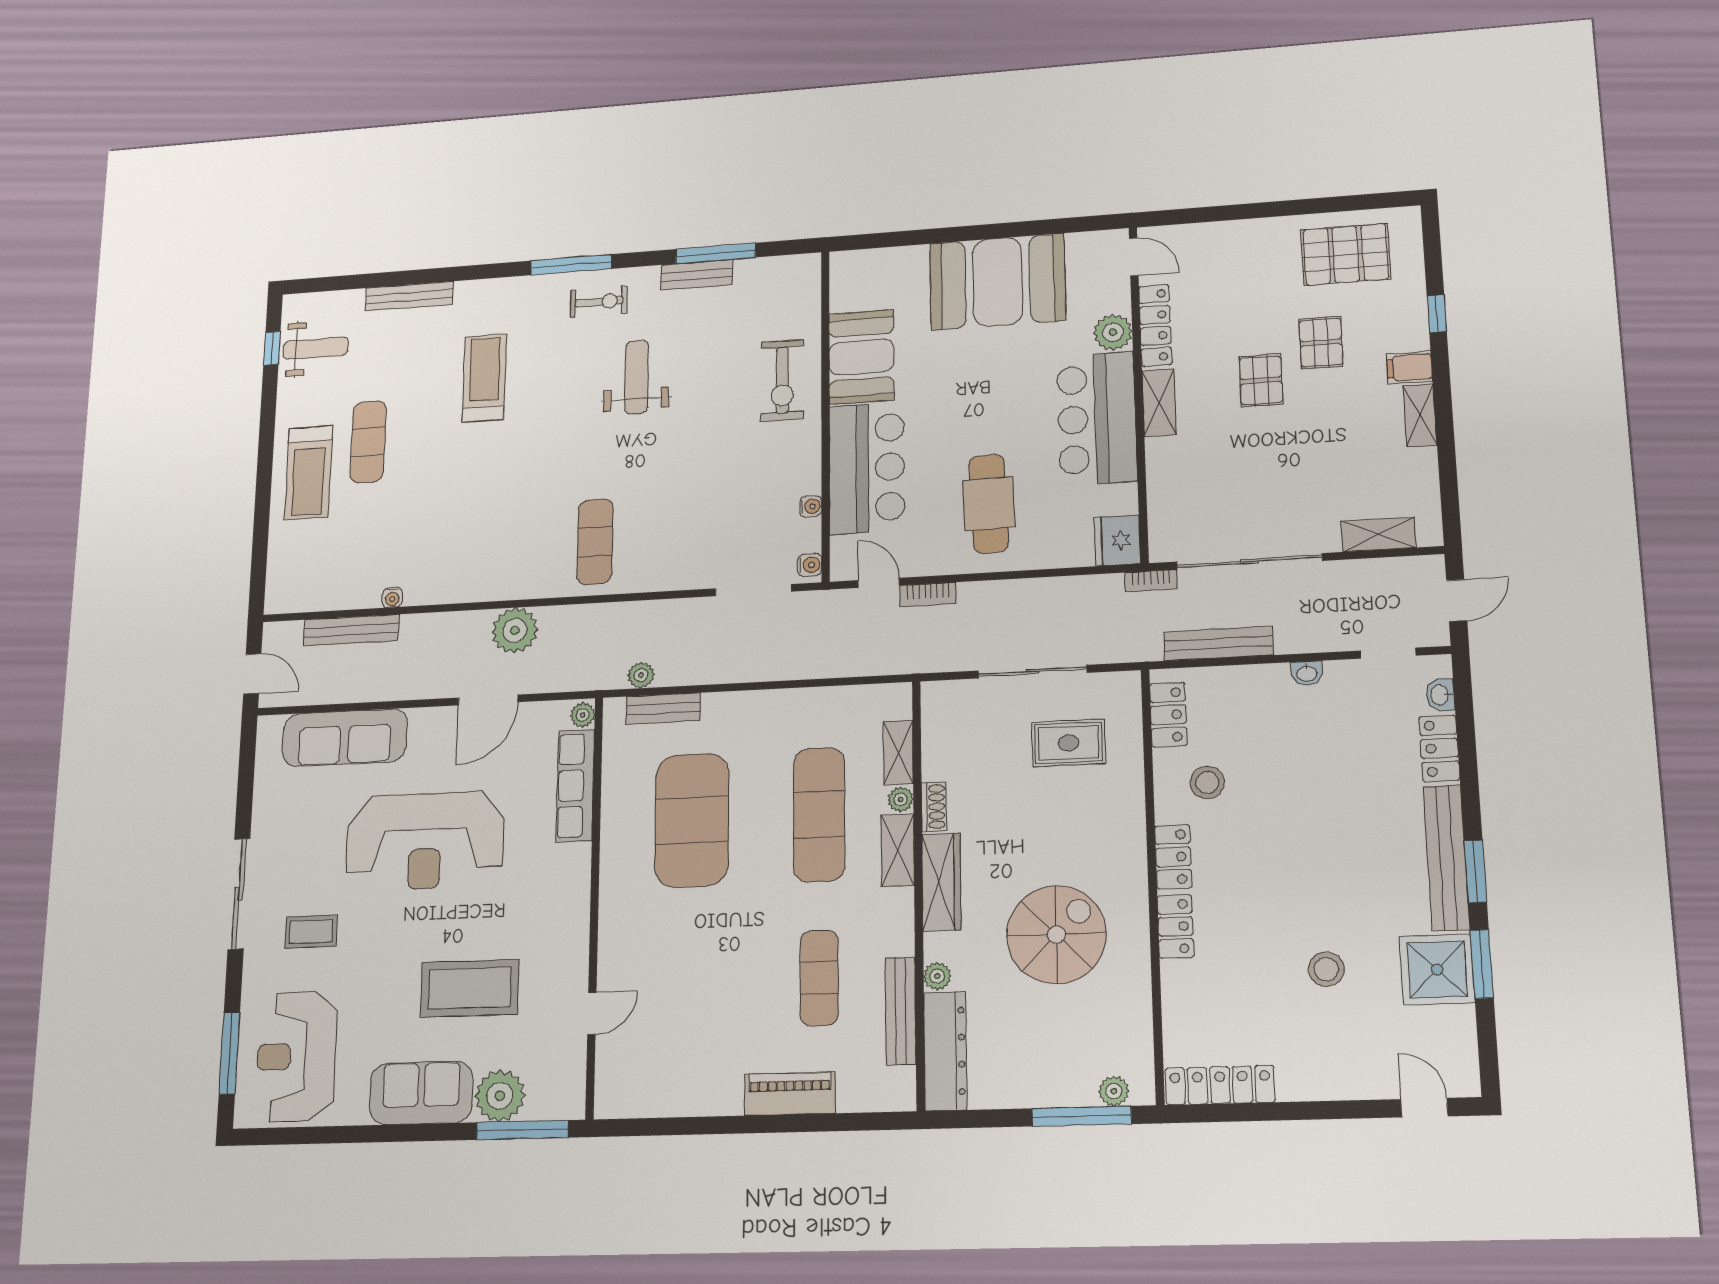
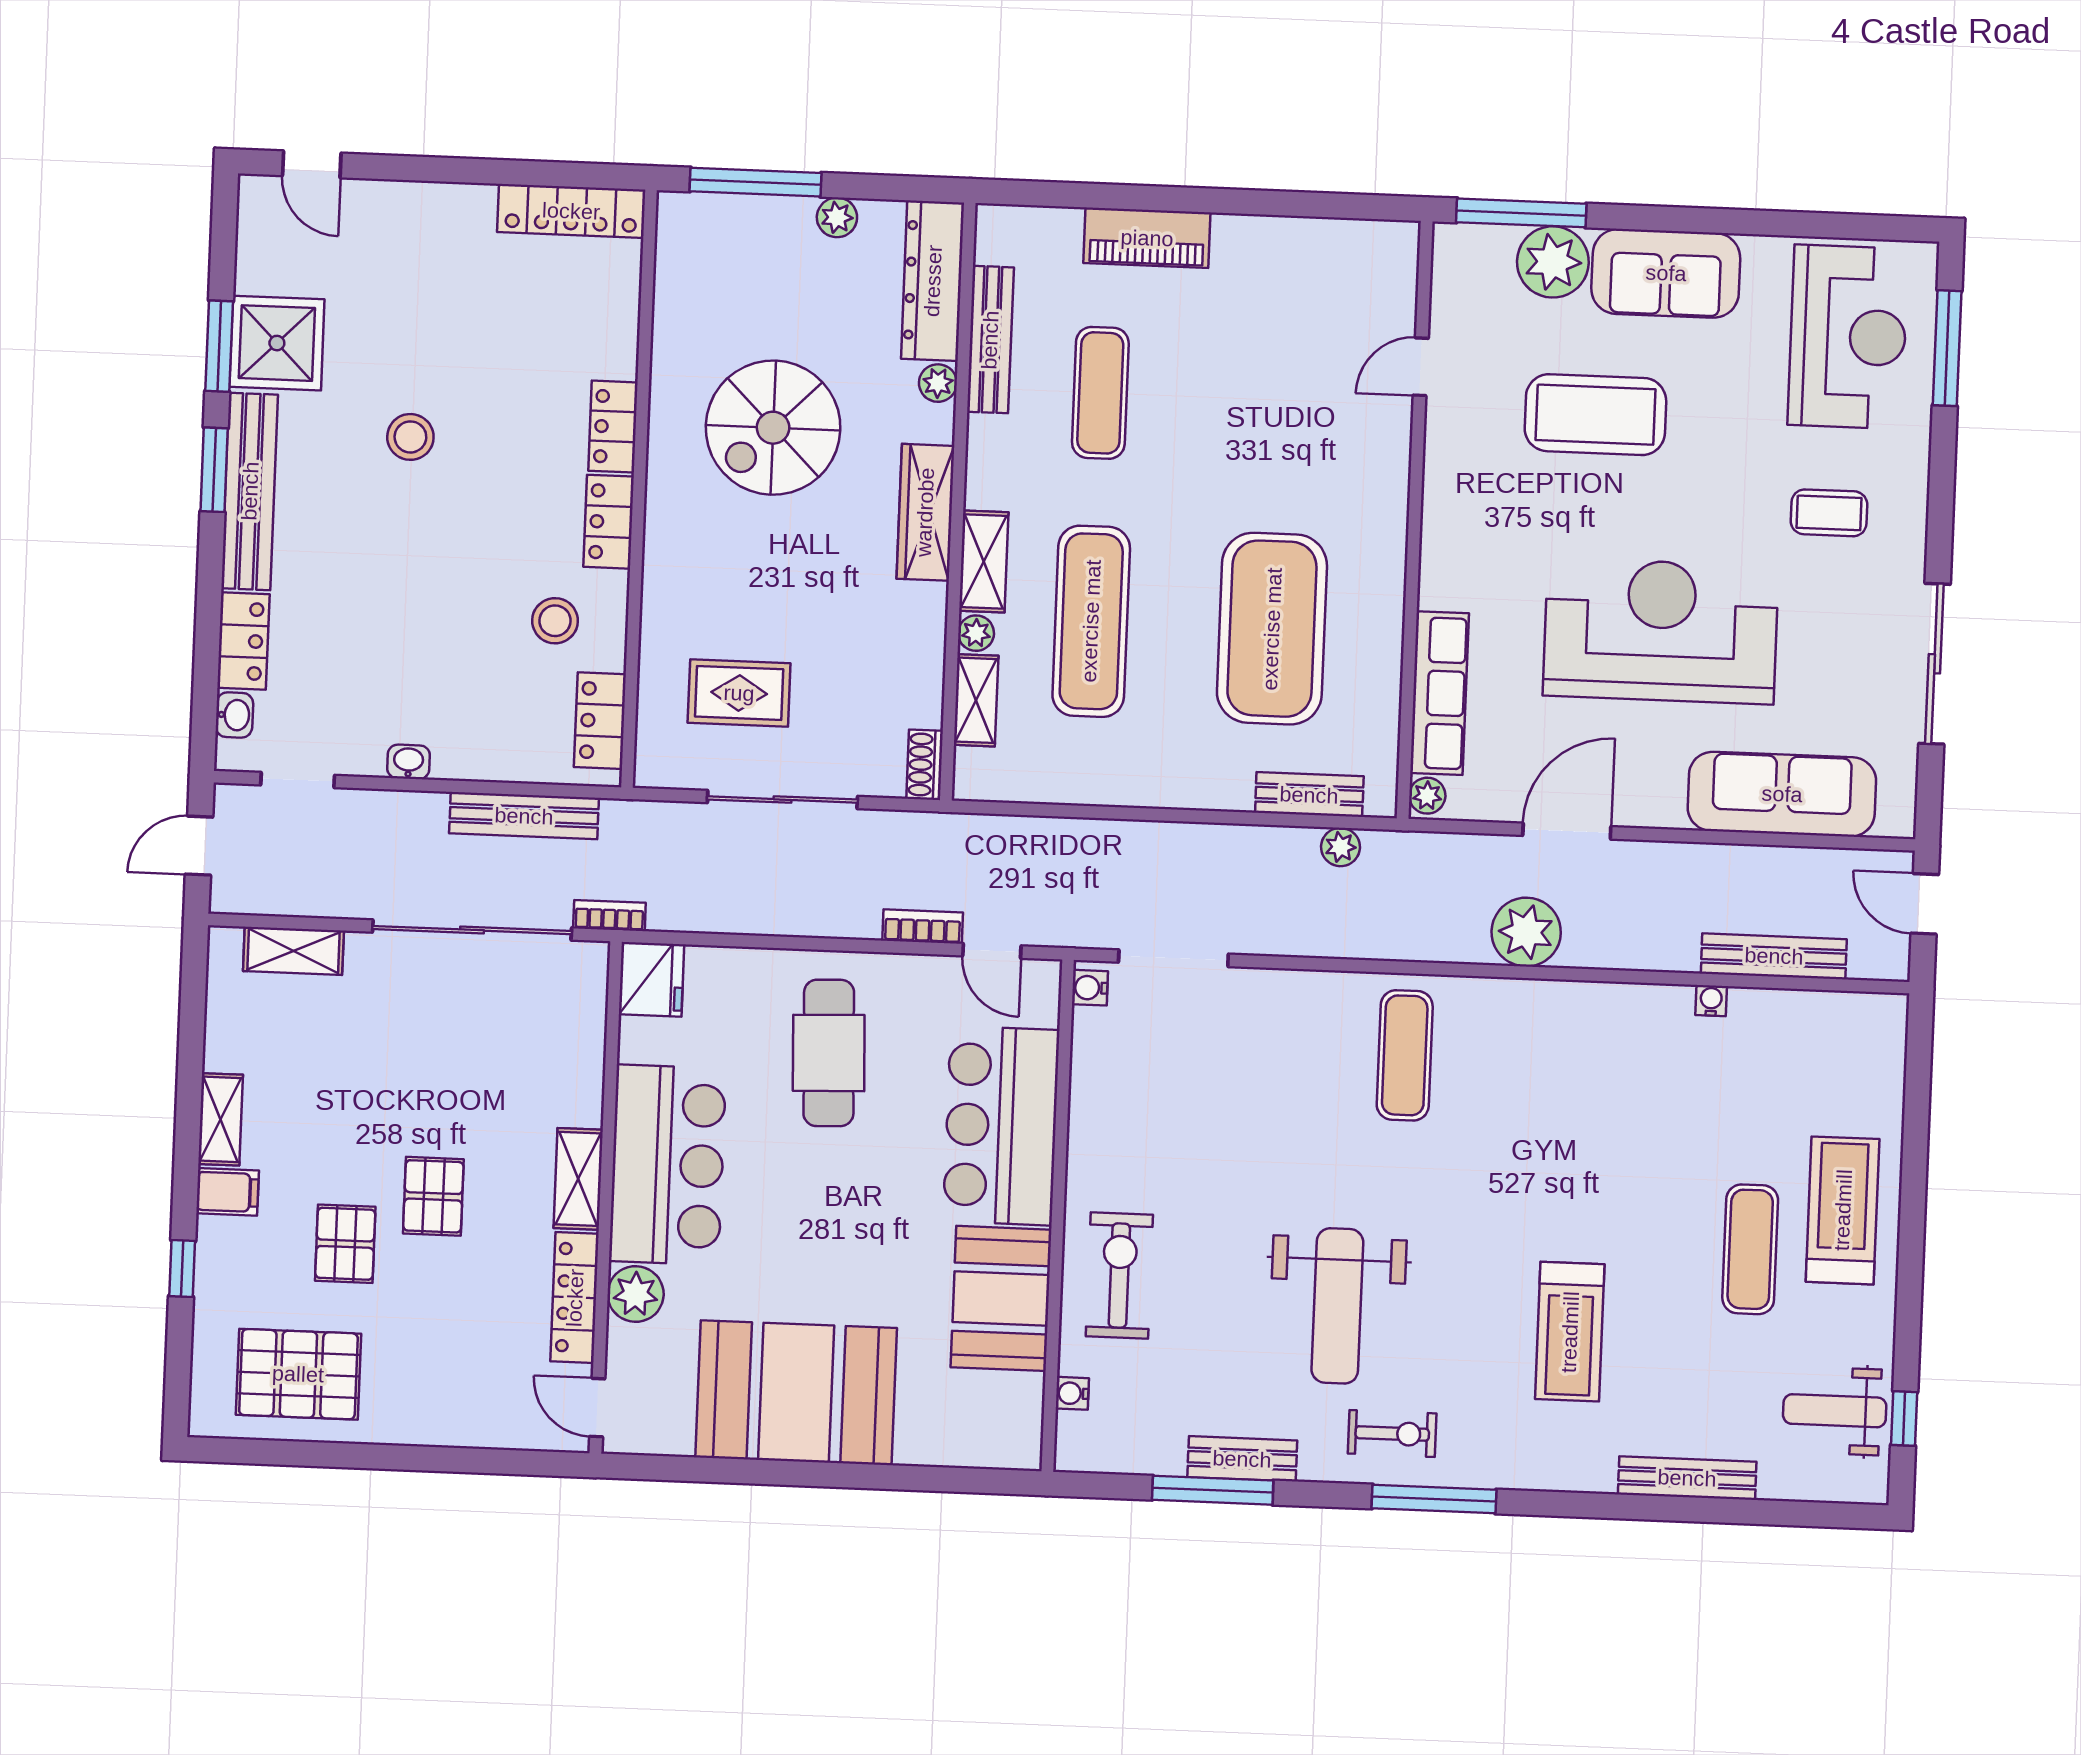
exercise bike: (599, 302) -> (1392, 1433), turned 180
weight bench: (636, 377) -> (1337, 1306), width x1.36, depth x1.33
water cooler: (811, 506) -> (1072, 1393), moved
shoe rack: (934, 807) -> (925, 765), moved
sliding door: (239, 894) -> (1934, 664), moved
stool: (1326, 969) -> (410, 437), moved
plant: (1114, 1091) -> (837, 217), moved

